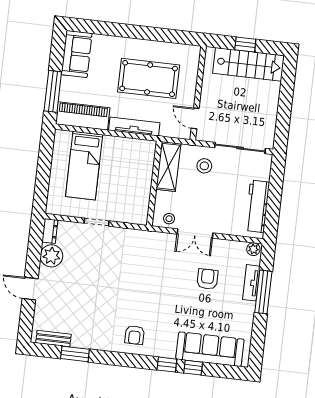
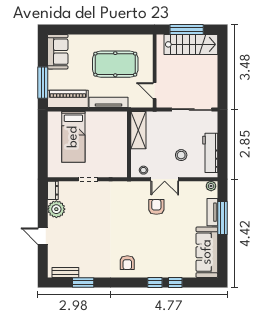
window: (245, 45) -> (187, 29), width x2.17
stool: (204, 166) -> (181, 155), moved
armchair: (207, 279) -> (156, 207), moved
sofa: (210, 349) -> (207, 252), moved, turned -90

